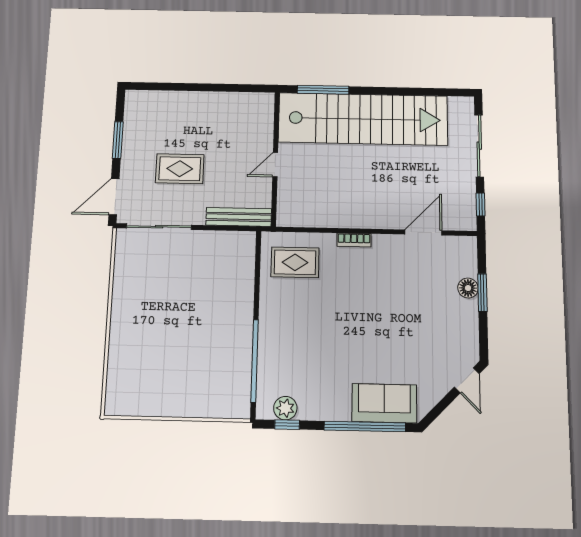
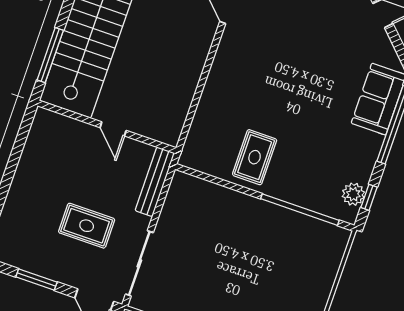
rug: (180, 169) -> (87, 226), turned 90
bookcase: (354, 240) -> (214, 76), removed
rug: (295, 262) -> (255, 157), moved

